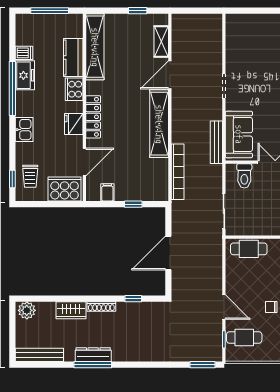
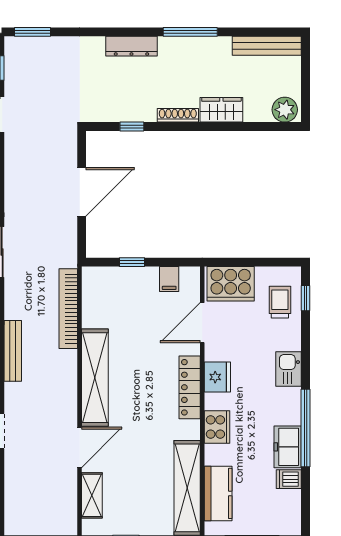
kitchen counter: (73, 57) -> (218, 493), moved
dresser: (93, 355) -> (131, 46), moved

